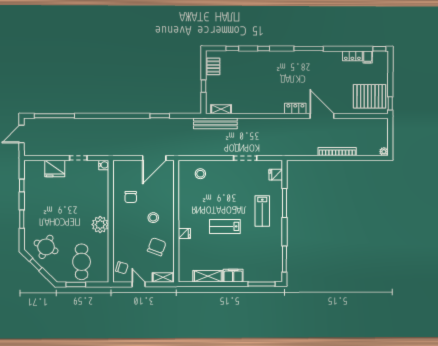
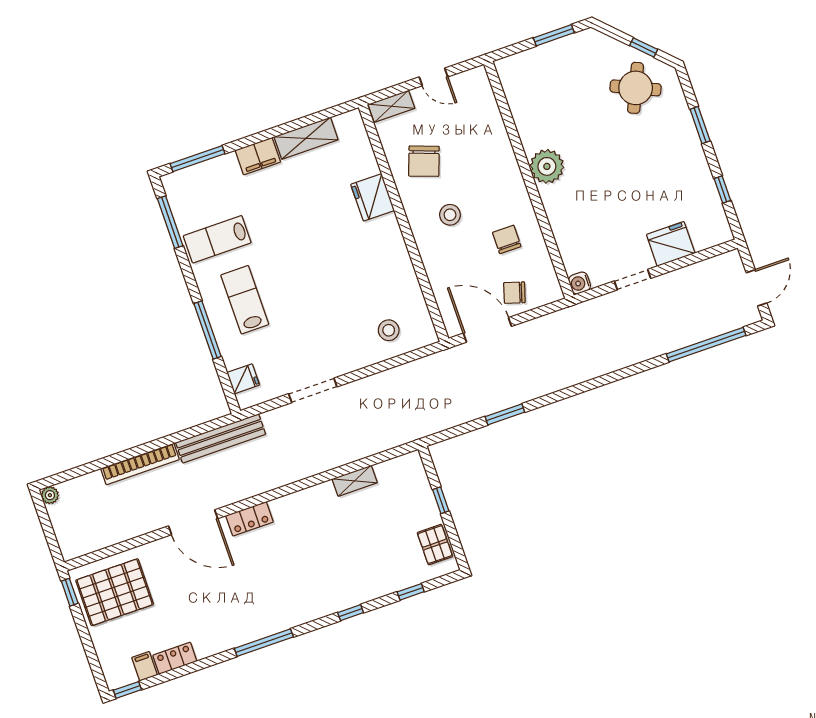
shelving: (221, 109) -> (355, 481), moved
bench: (215, 123) -> (221, 438), moved
door: (154, 158) -> (487, 330), hinge flipped
lab bench: (225, 226) -> (217, 239), moved, turned 180
fridge: (184, 234) -> (373, 197), width x1.88, depth x1.34
cafe table: (82, 262) -> (558, 83), removed
chair: (122, 268) -> (514, 293), moved

